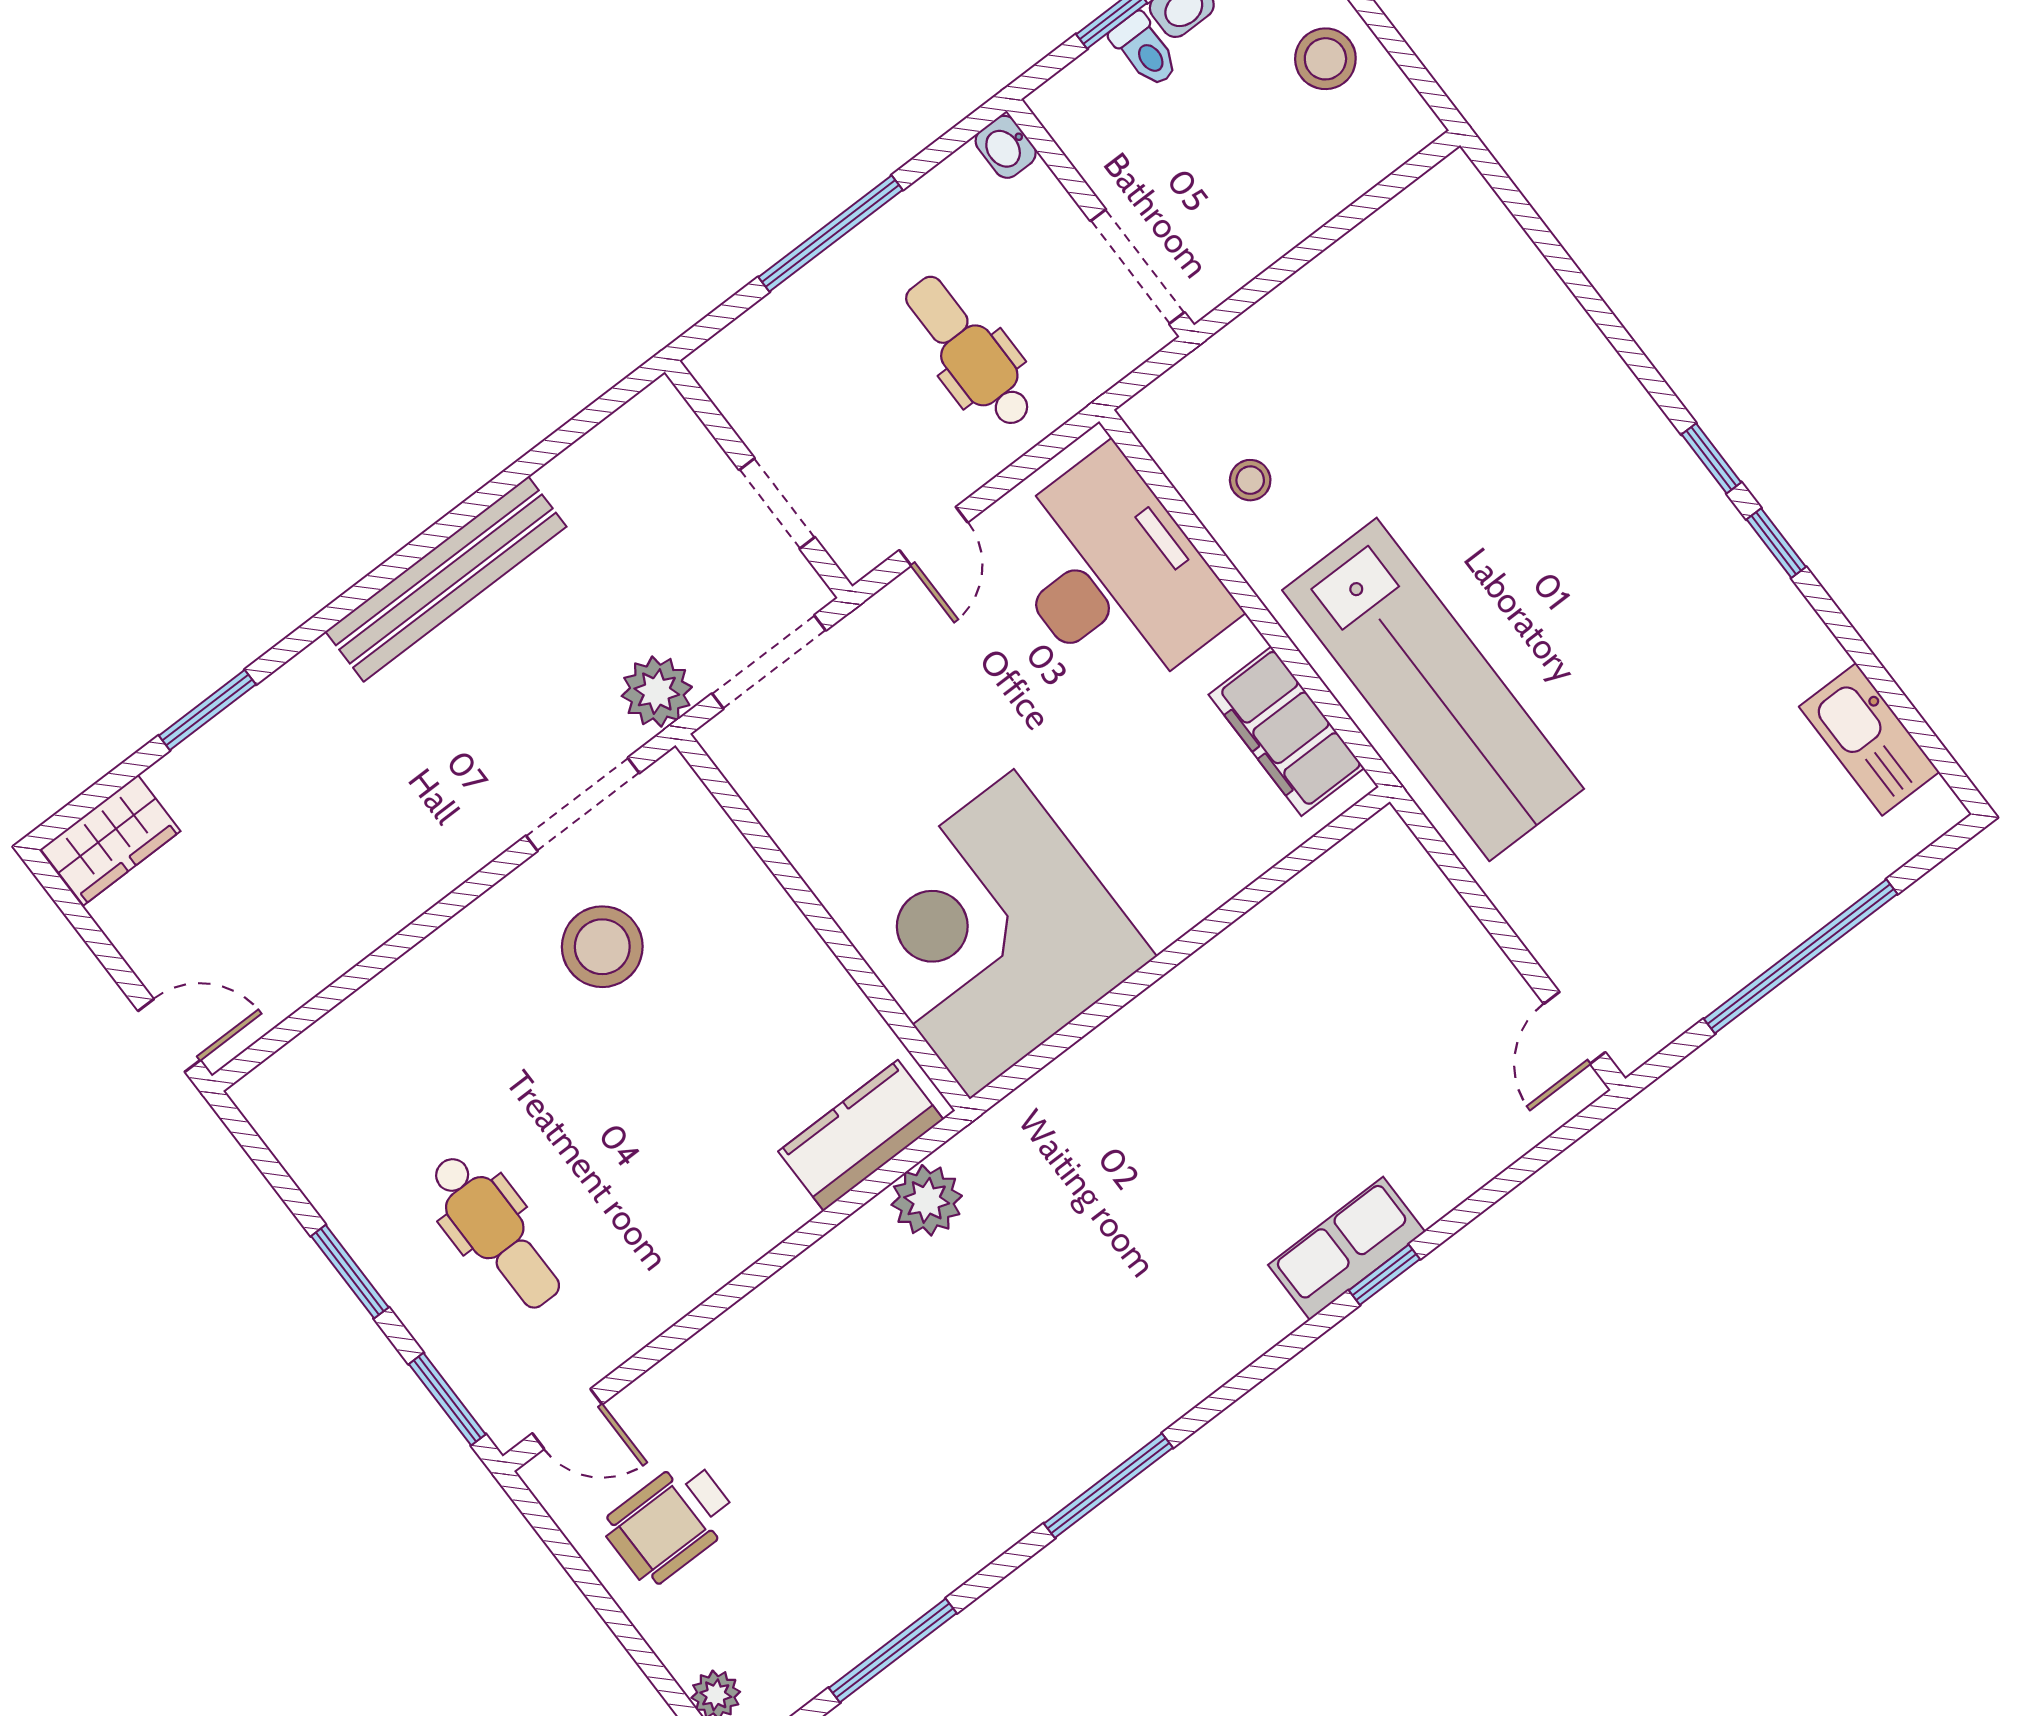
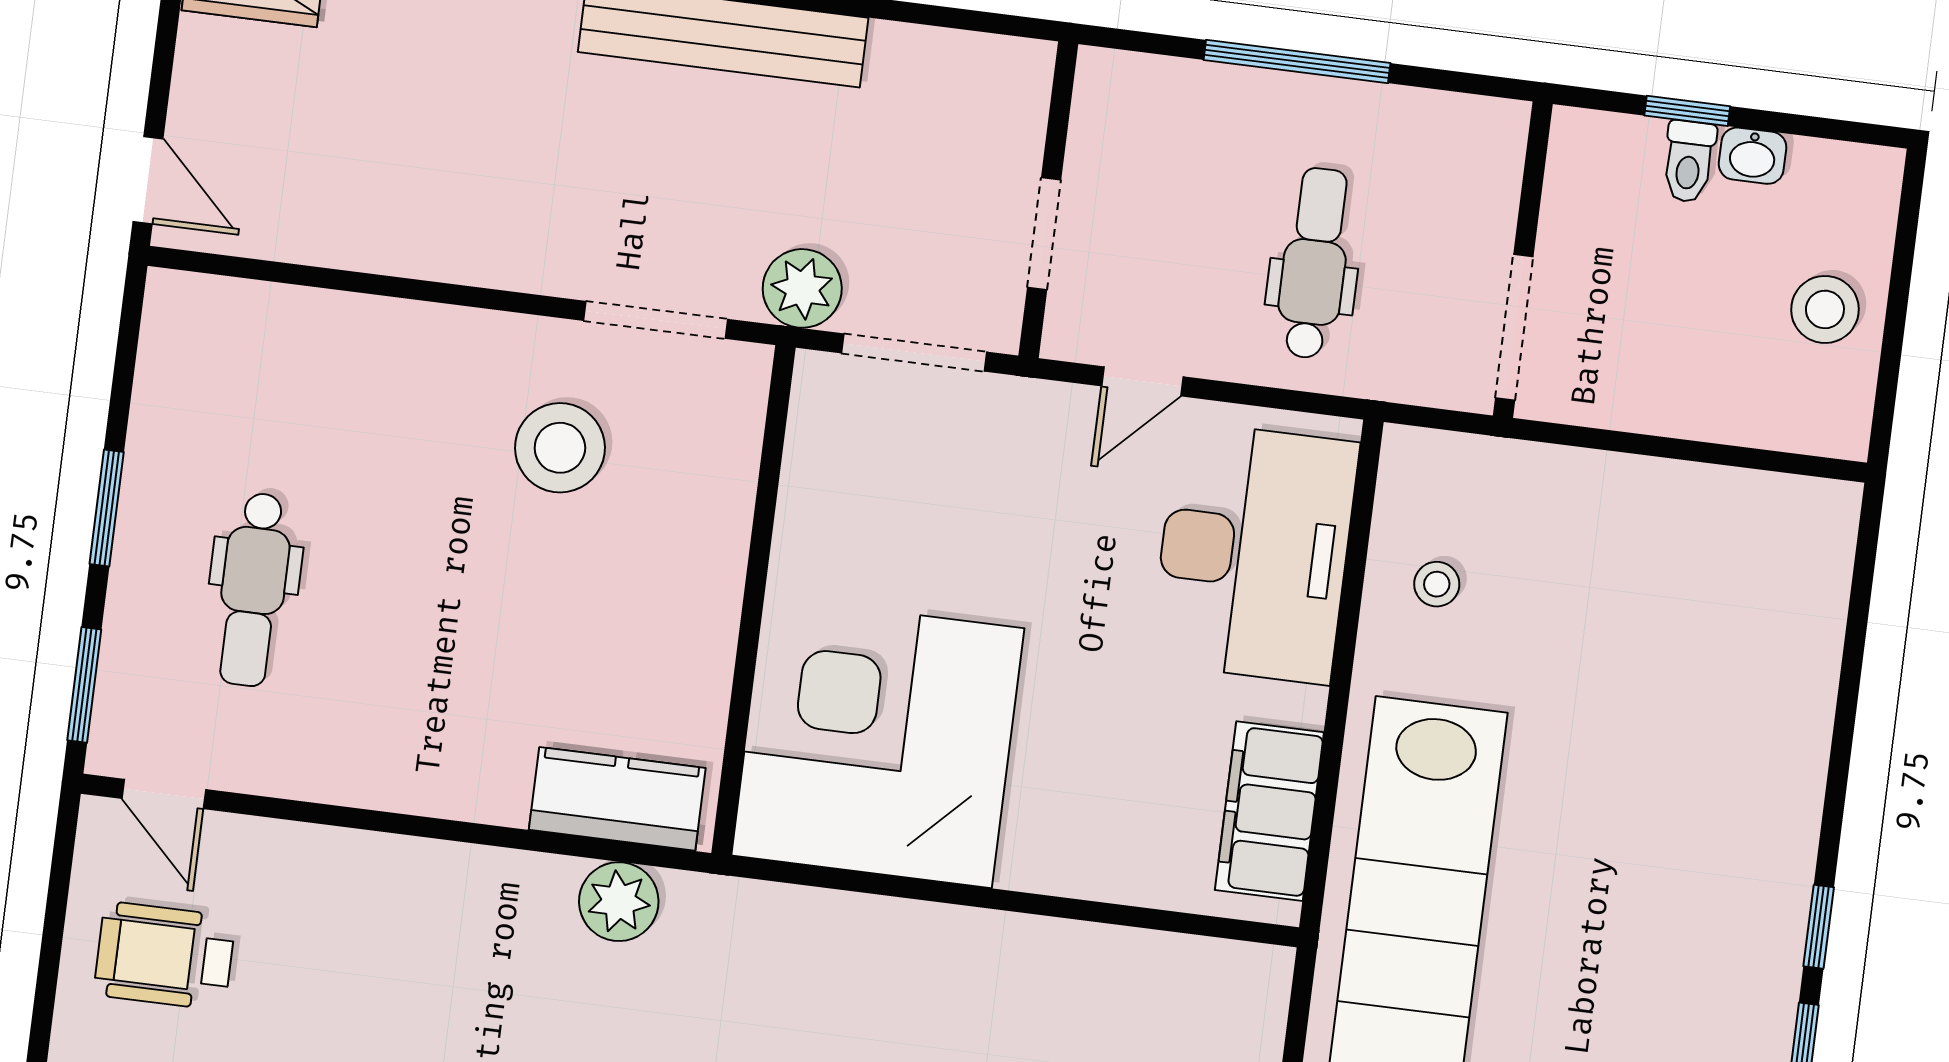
washbasin: (1006, 147) -> (1503, 130), removed

